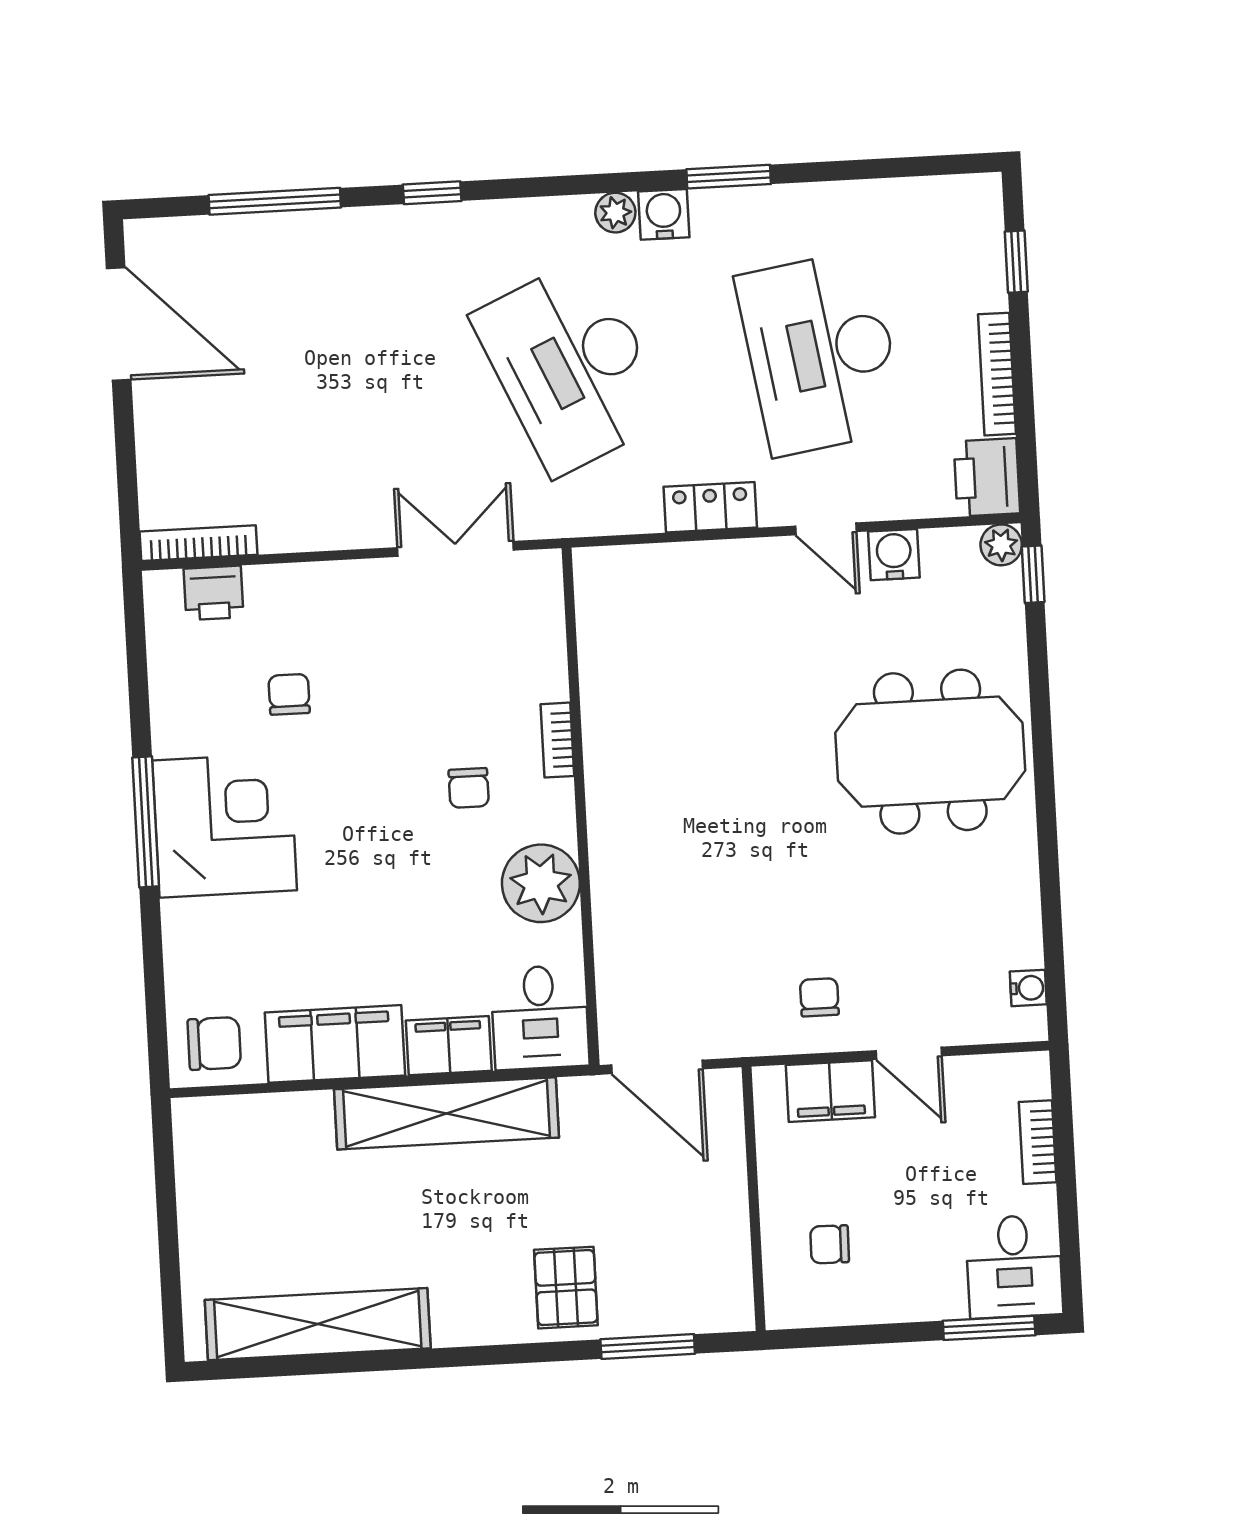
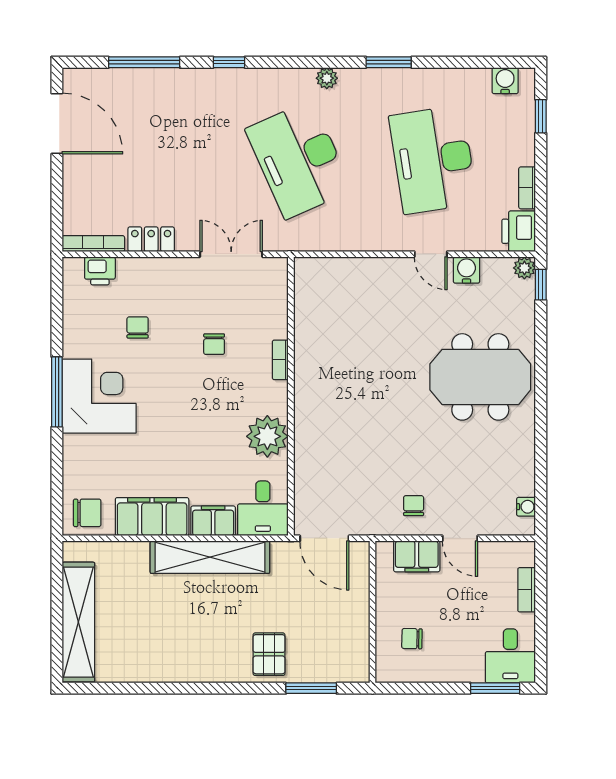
water cooler: (664, 214) -> (505, 81), moved
bookcase: (997, 374) -> (527, 188), width x0.64
locker: (710, 507) -> (151, 239), moved
chair: (469, 788) -> (214, 344), moved
shelving: (318, 1324) -> (78, 622), moved, turned 90

